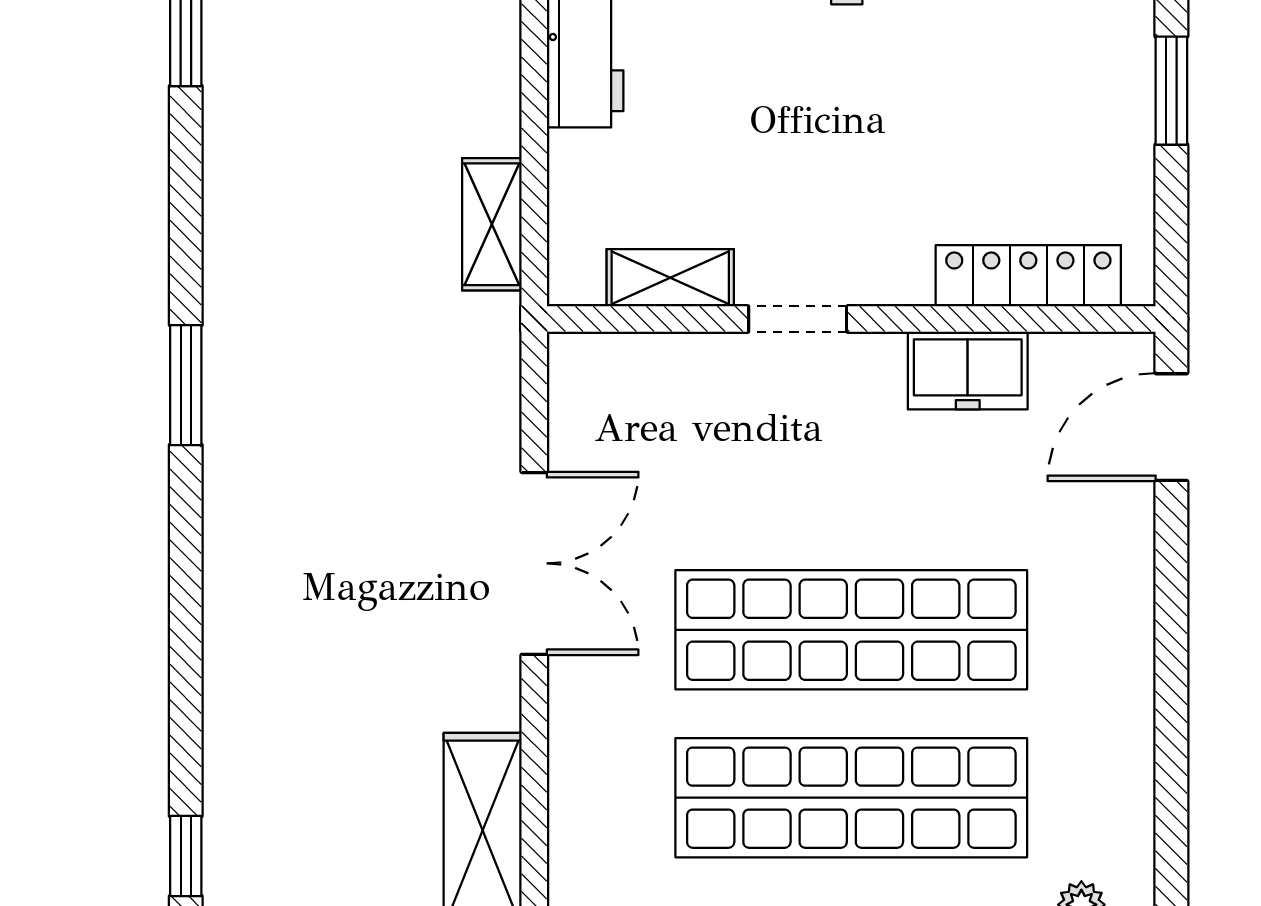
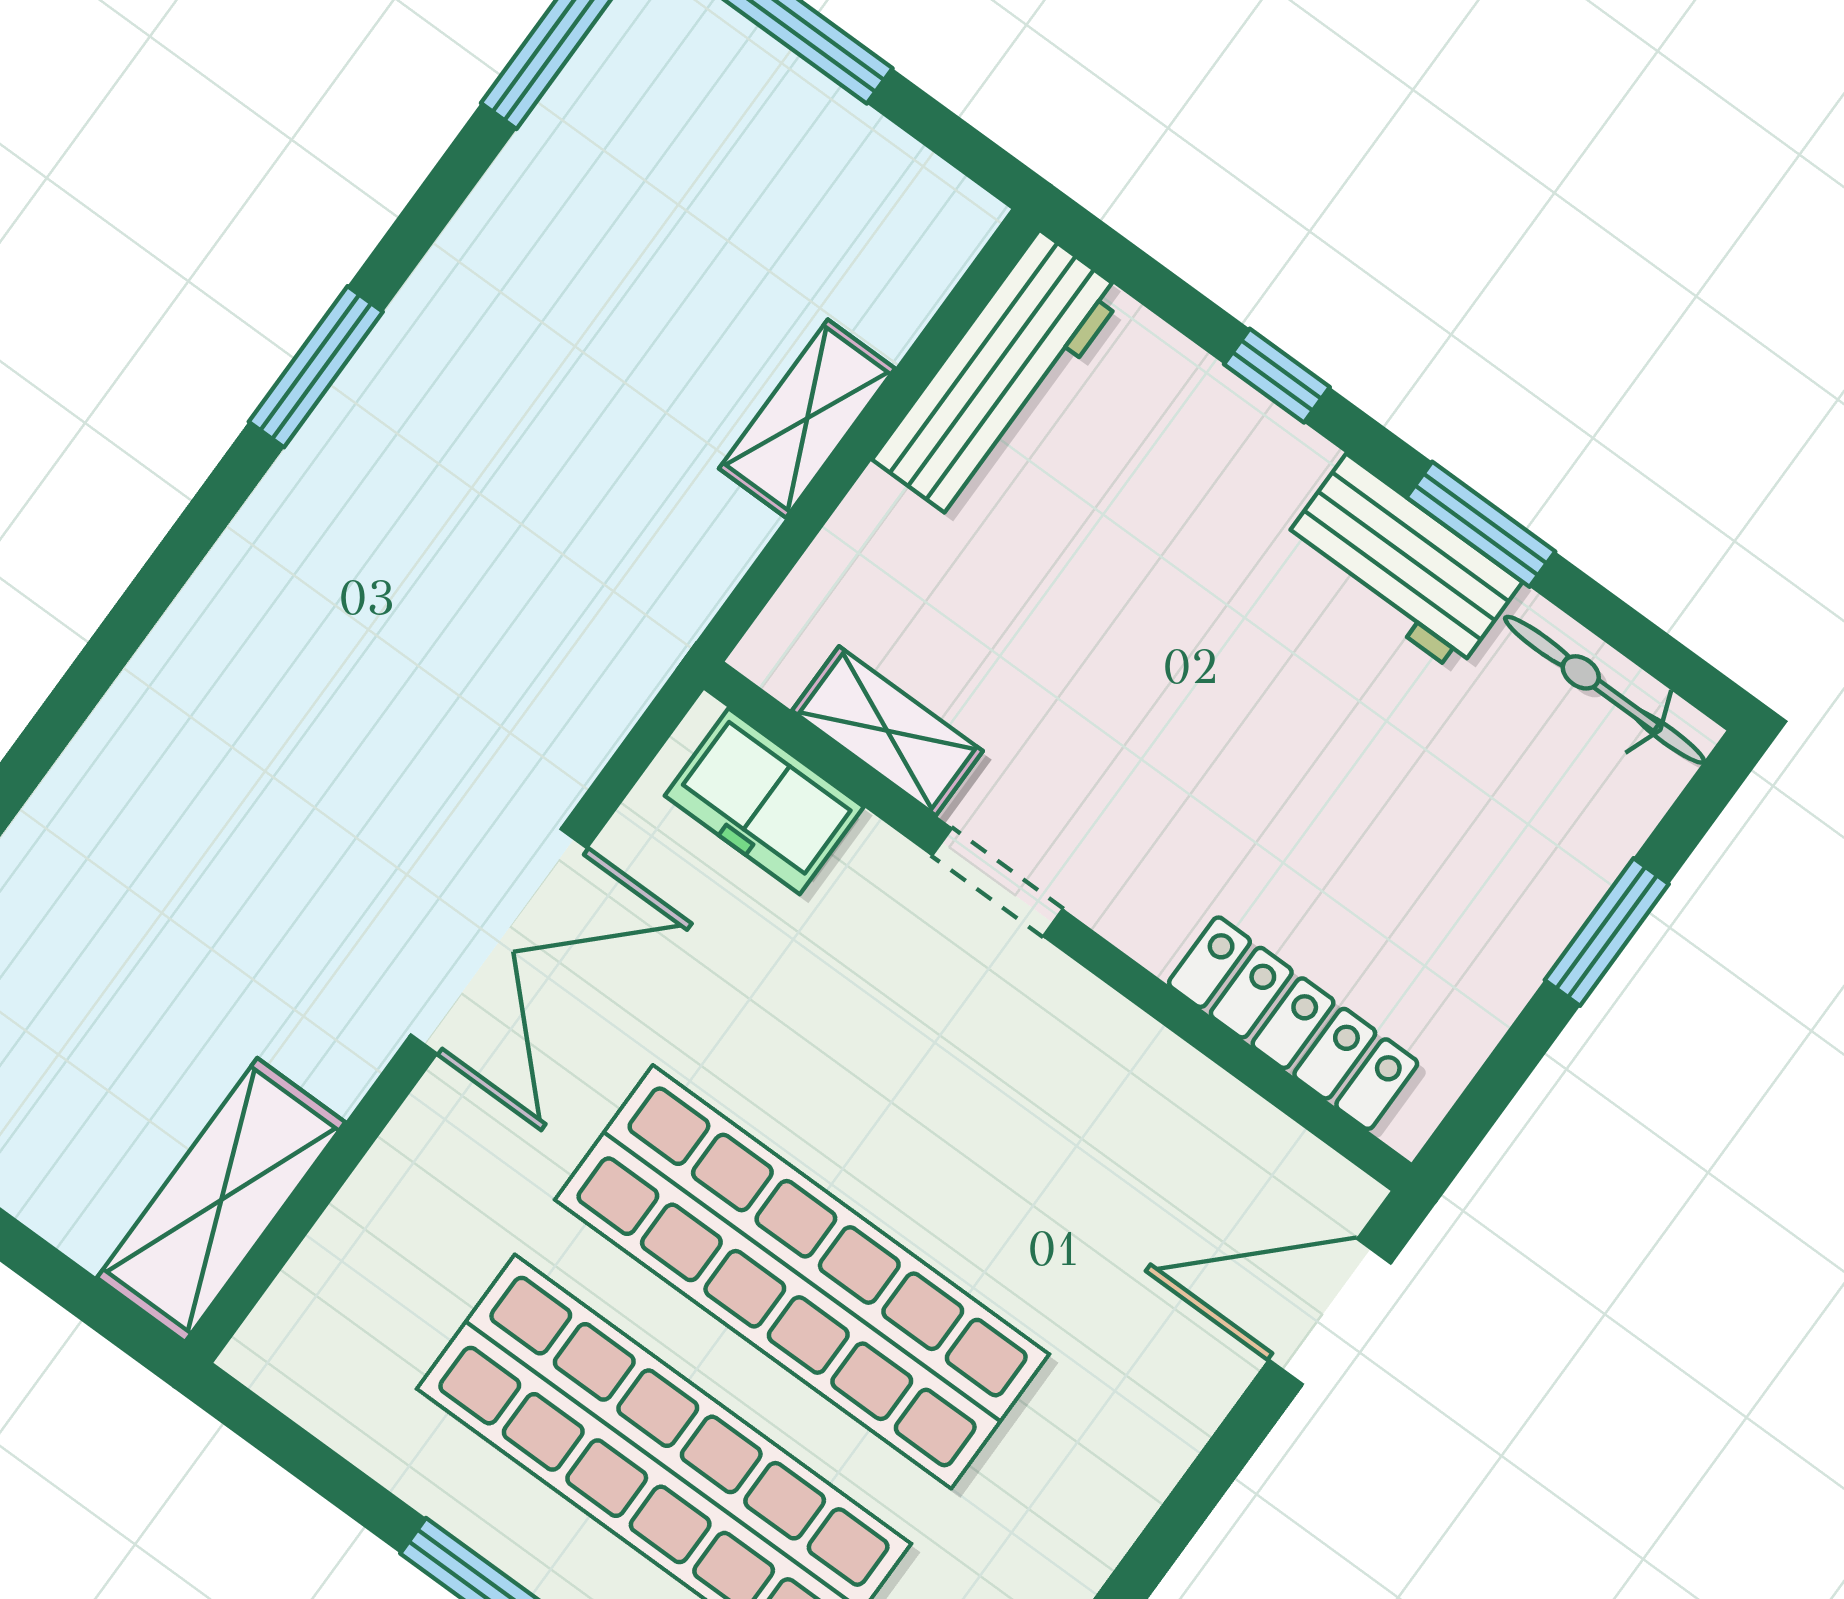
shelving: (492, 224) -> (807, 419), moved
freezer: (968, 370) -> (764, 801), moved
window: (186, 385) -> (316, 367), moved

